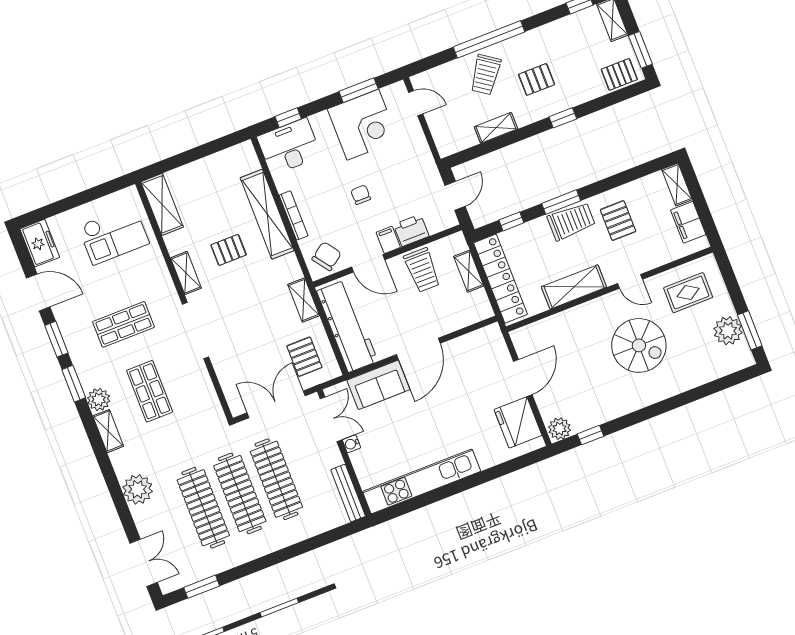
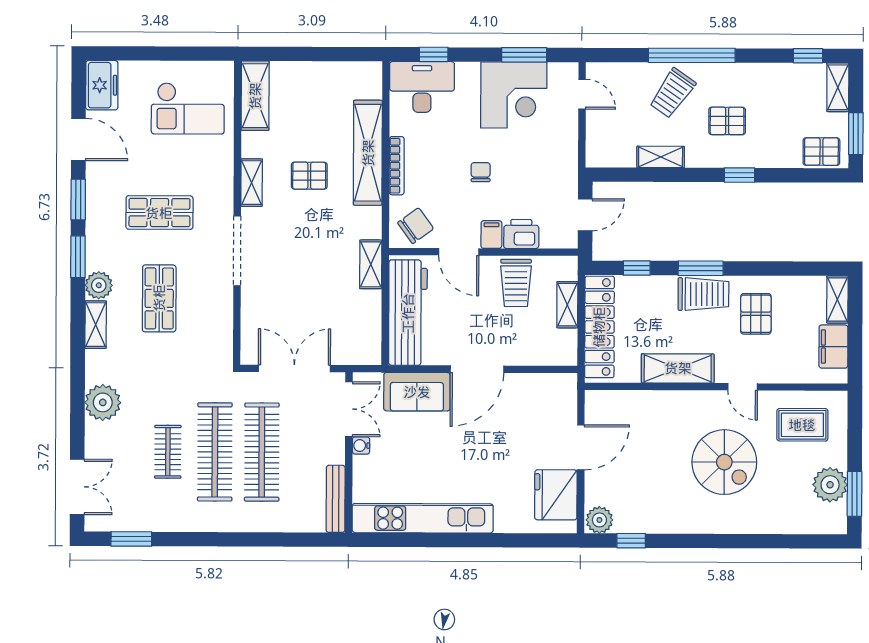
pallet: (304, 357) -> (347, 328), removed
clothes rail: (203, 508) -> (168, 452), width x0.54, depth x0.76

